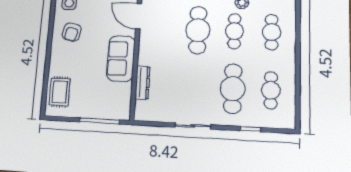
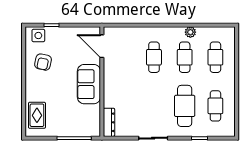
cafe table: (198, 30) -> (154, 57), width x0.73, depth x0.74
dresser: (143, 83) -> (109, 122), moved

